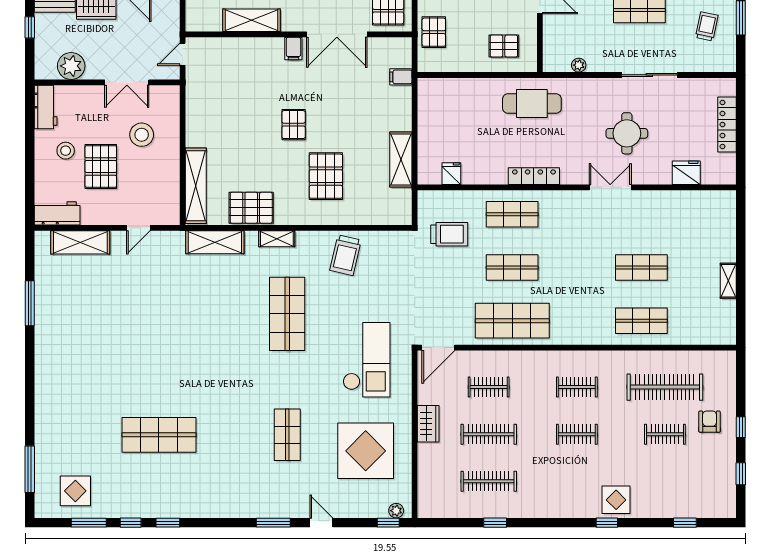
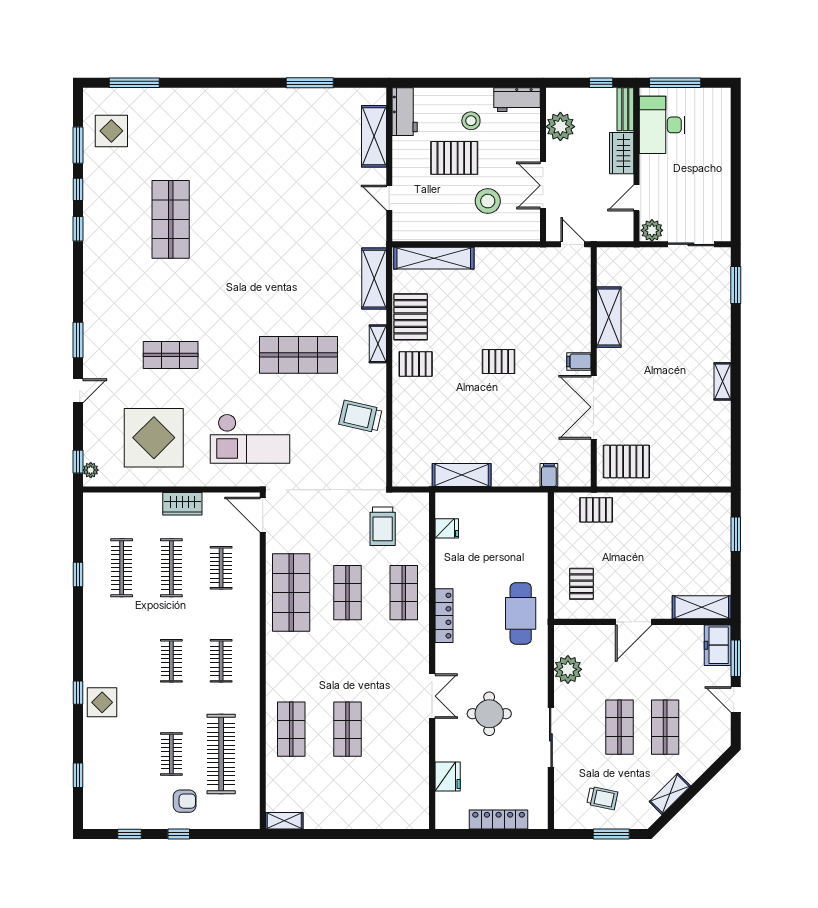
plant: (579, 65) -> (568, 669), width x1.87, depth x1.87
pallet: (326, 176) -> (416, 364), moved, width x0.67, depth x0.71
shelving: (728, 281) -> (284, 821), moved

